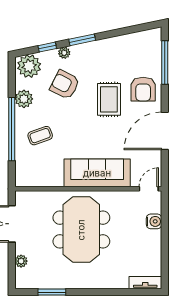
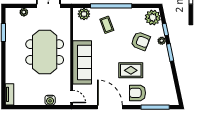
armchair: (65, 85) -> (141, 41), turned 84
plant: (24, 99) -> (84, 14), moved
meeting table: (81, 230) -> (45, 52), turned 90

